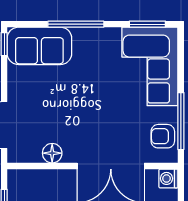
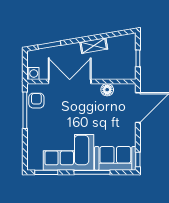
corner sofa: (150, 66) -> (69, 152), moved, turned -90
armchair: (163, 136) -> (36, 101), turned -90

